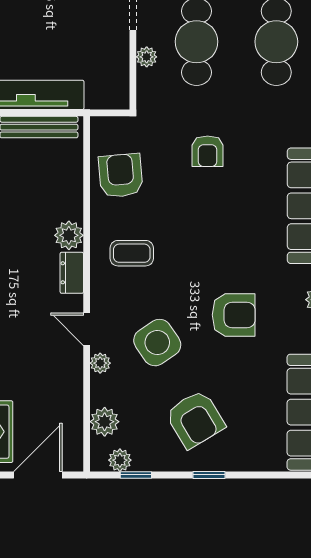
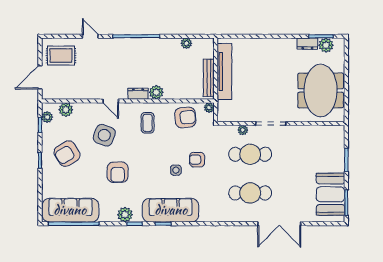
side table: (229, 195) -> (176, 170), added
door: (87, 329) -> (111, 101), swing flipped
side table: (157, 343) -> (104, 135), turned -36
plant: (100, 363) -> (209, 108), moved
door: (38, 475) -> (40, 77), swing flipped

